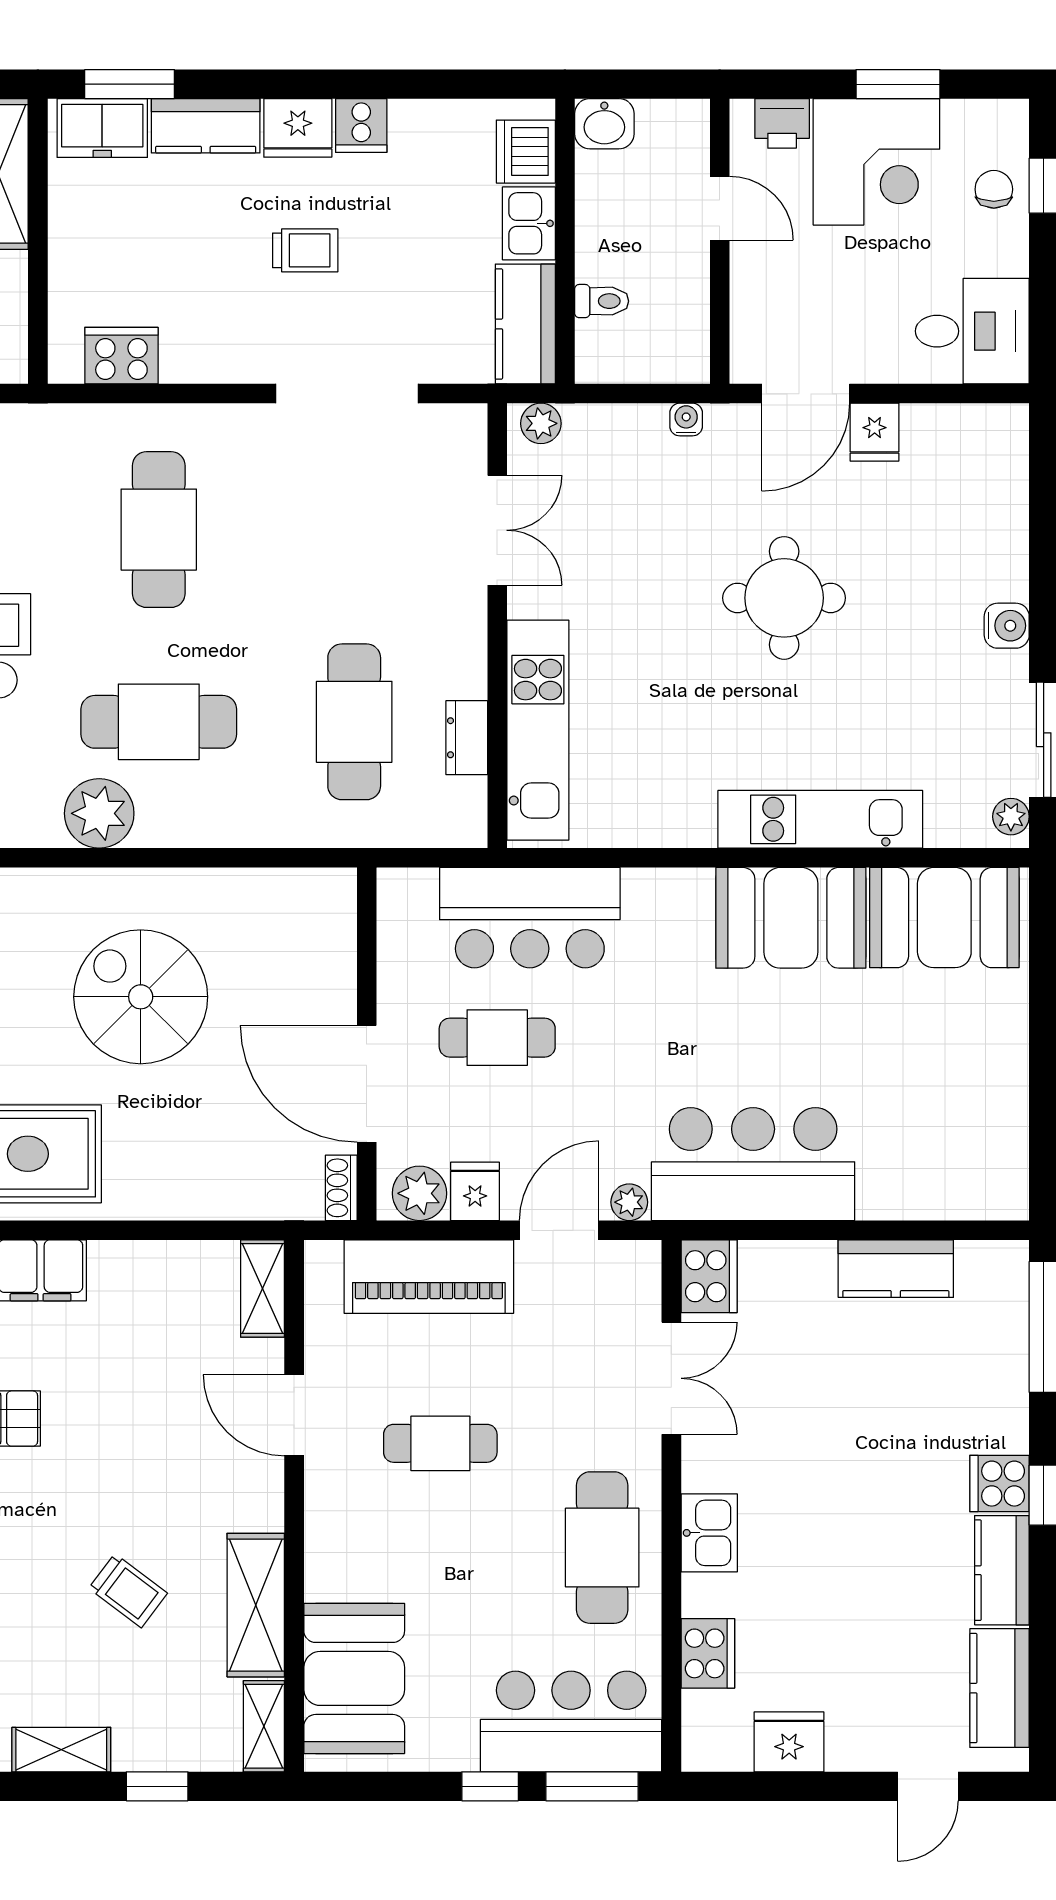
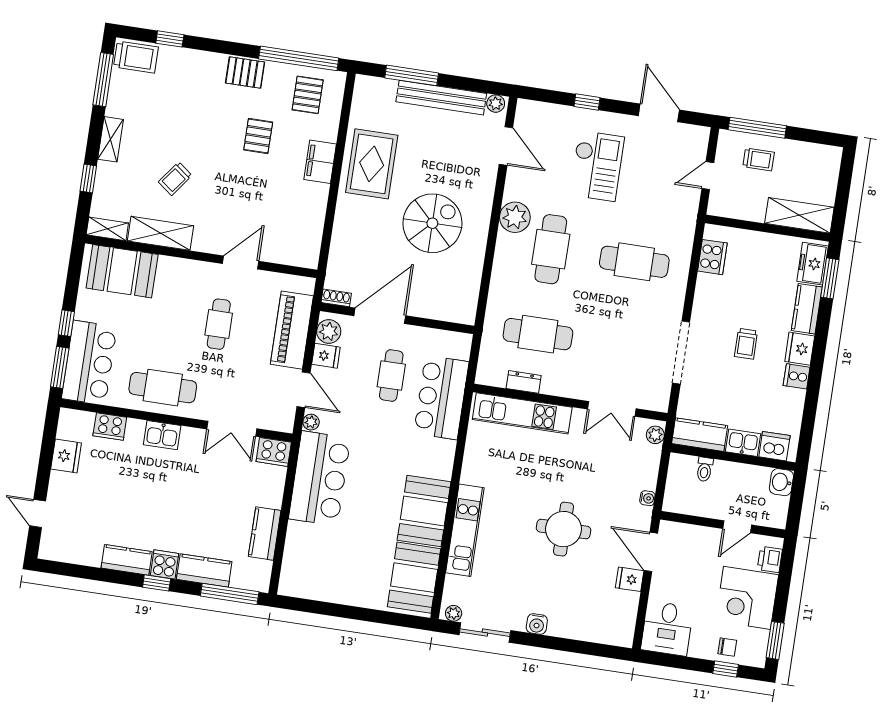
window: (898, 84) -> (775, 640), moved
shelving: (263, 1289) -> (298, 257), removed
kitchen counter: (1000, 1688) -> (204, 570), moved

